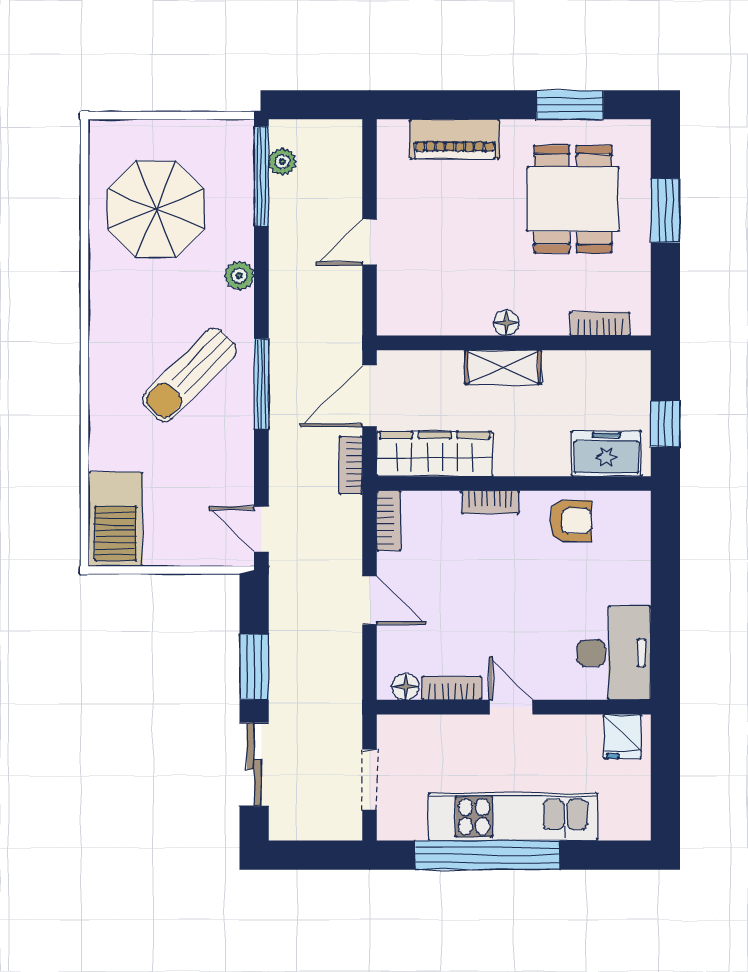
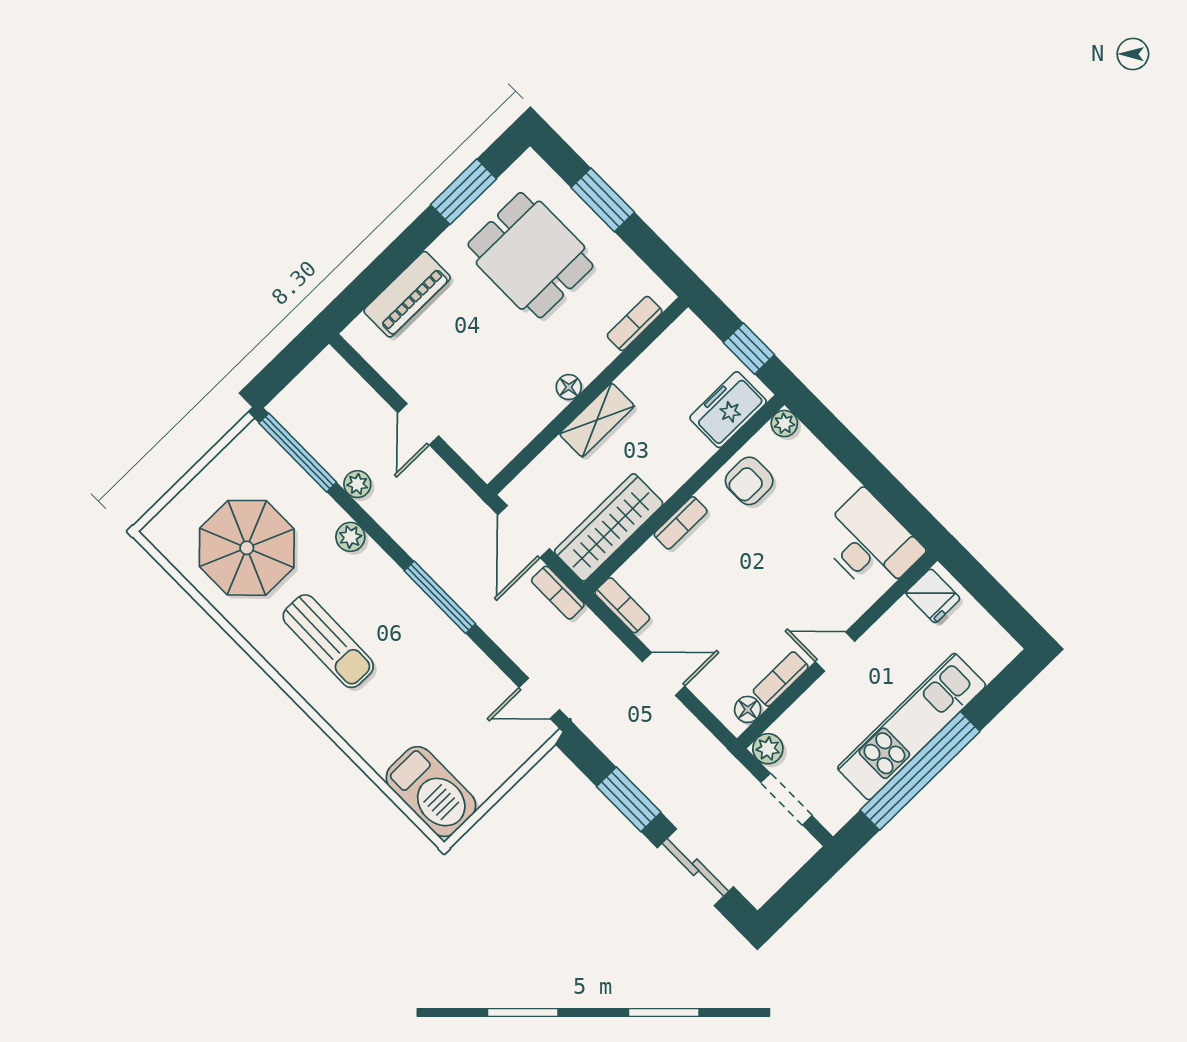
plant: (282, 161) -> (357, 484), moved
sun lounger: (190, 375) -> (328, 641), moved, turned -44
plant: (637, 504) -> (784, 424), added
armchair: (571, 521) -> (749, 481), turned 180
plant: (392, 730) -> (768, 749), added

